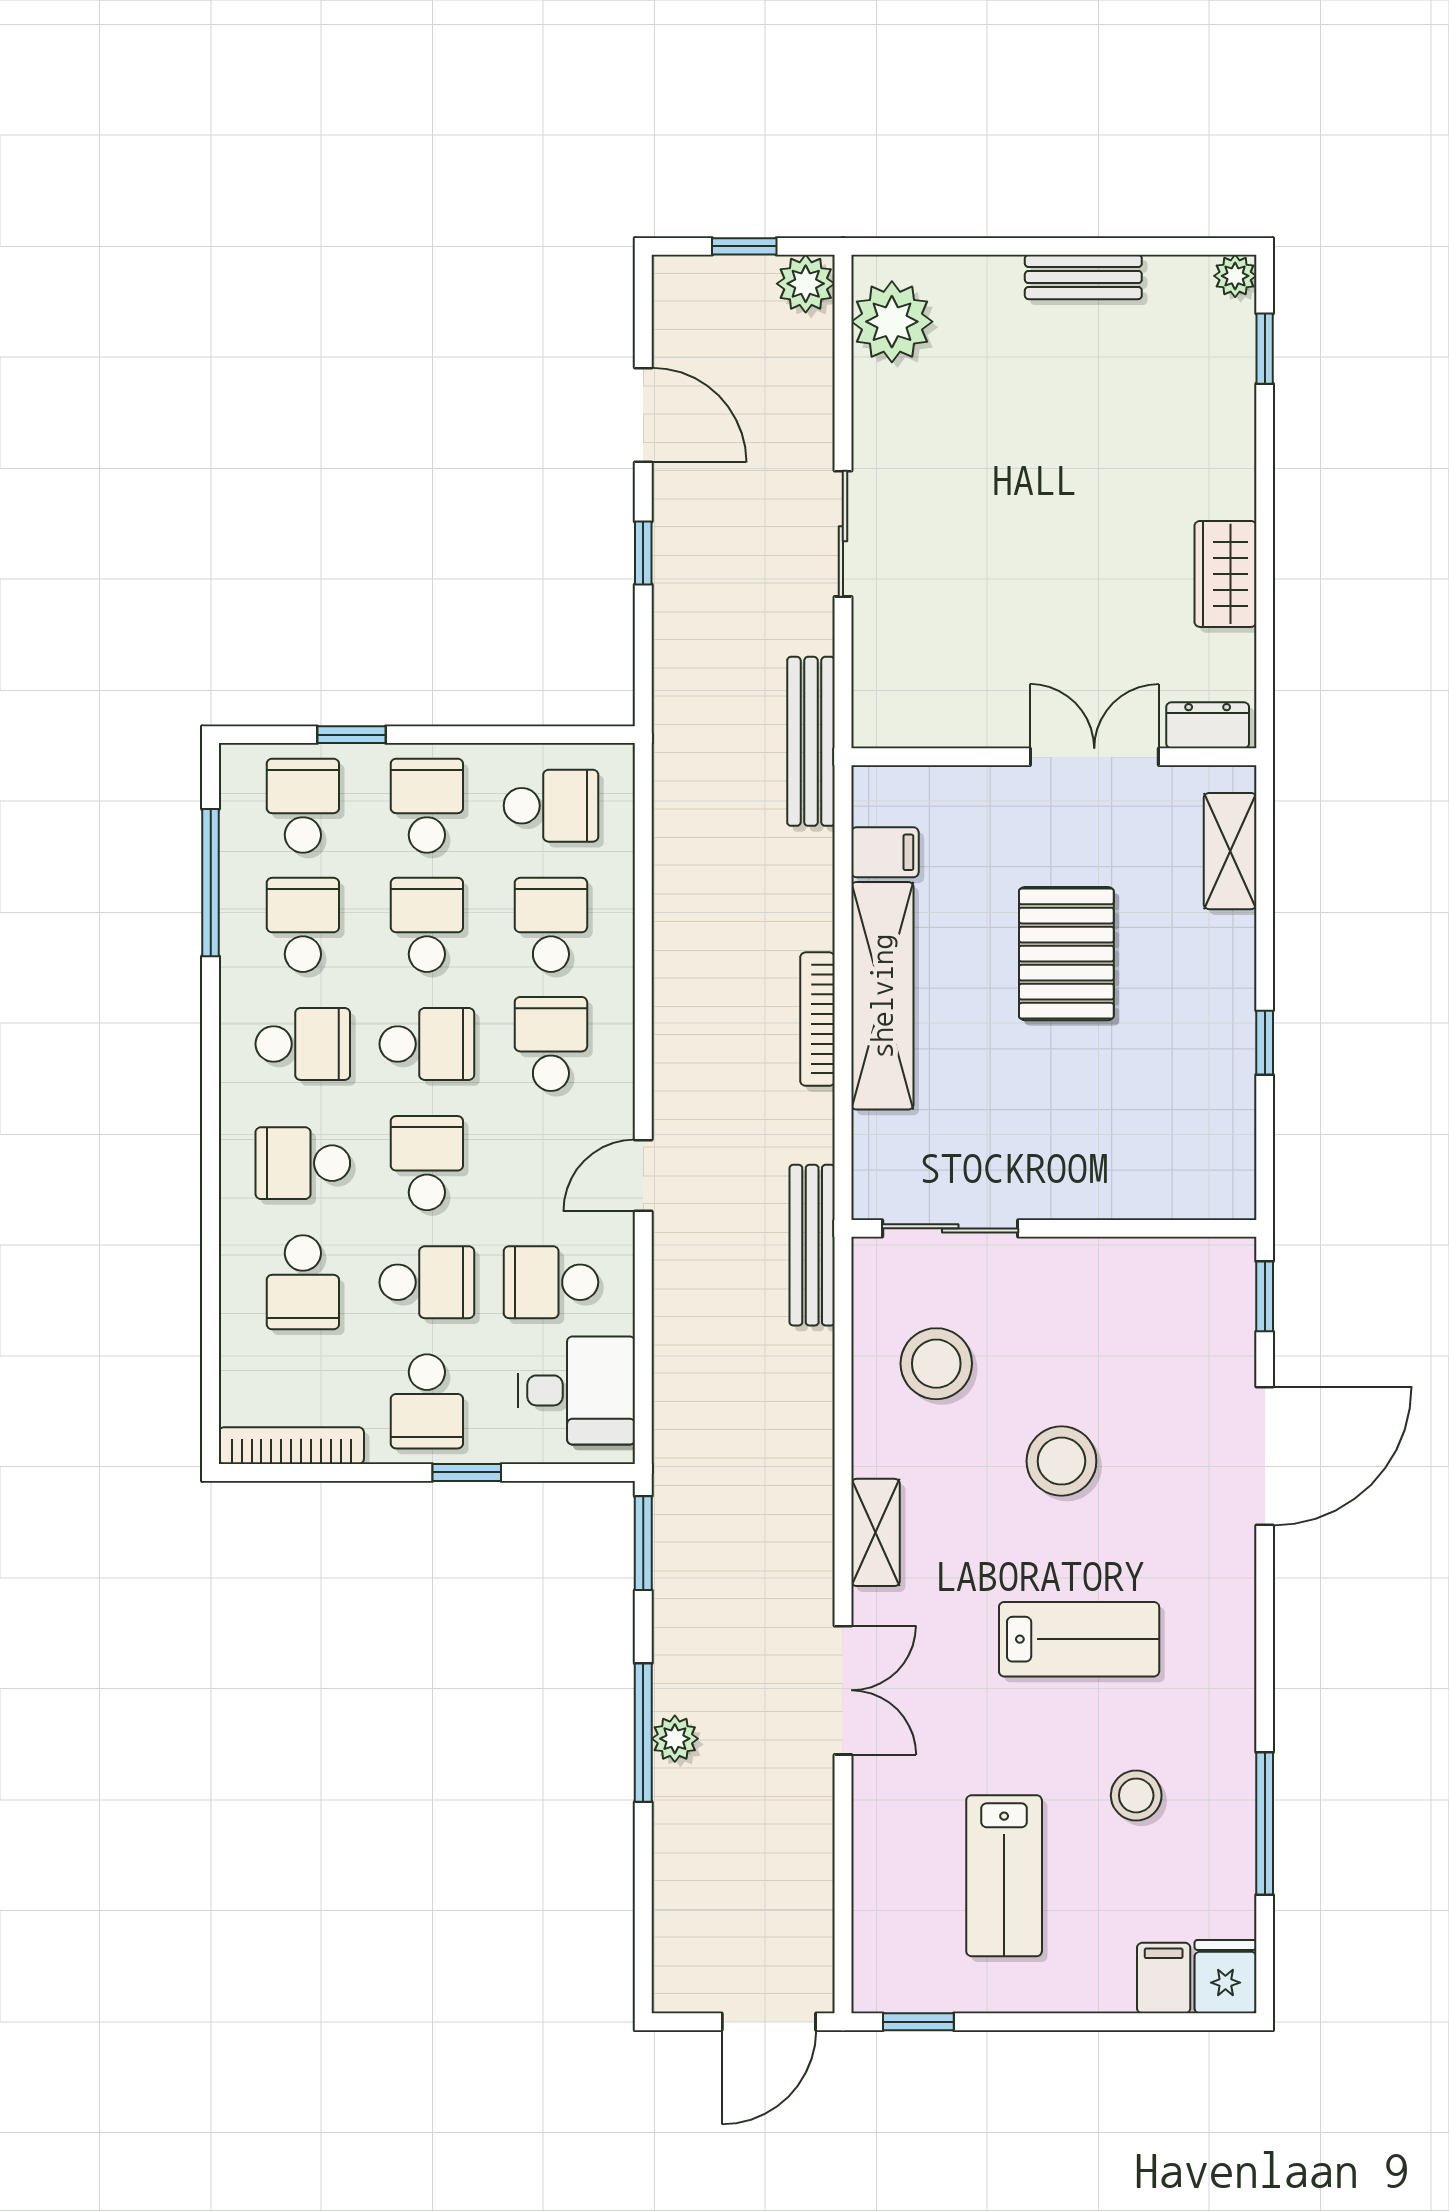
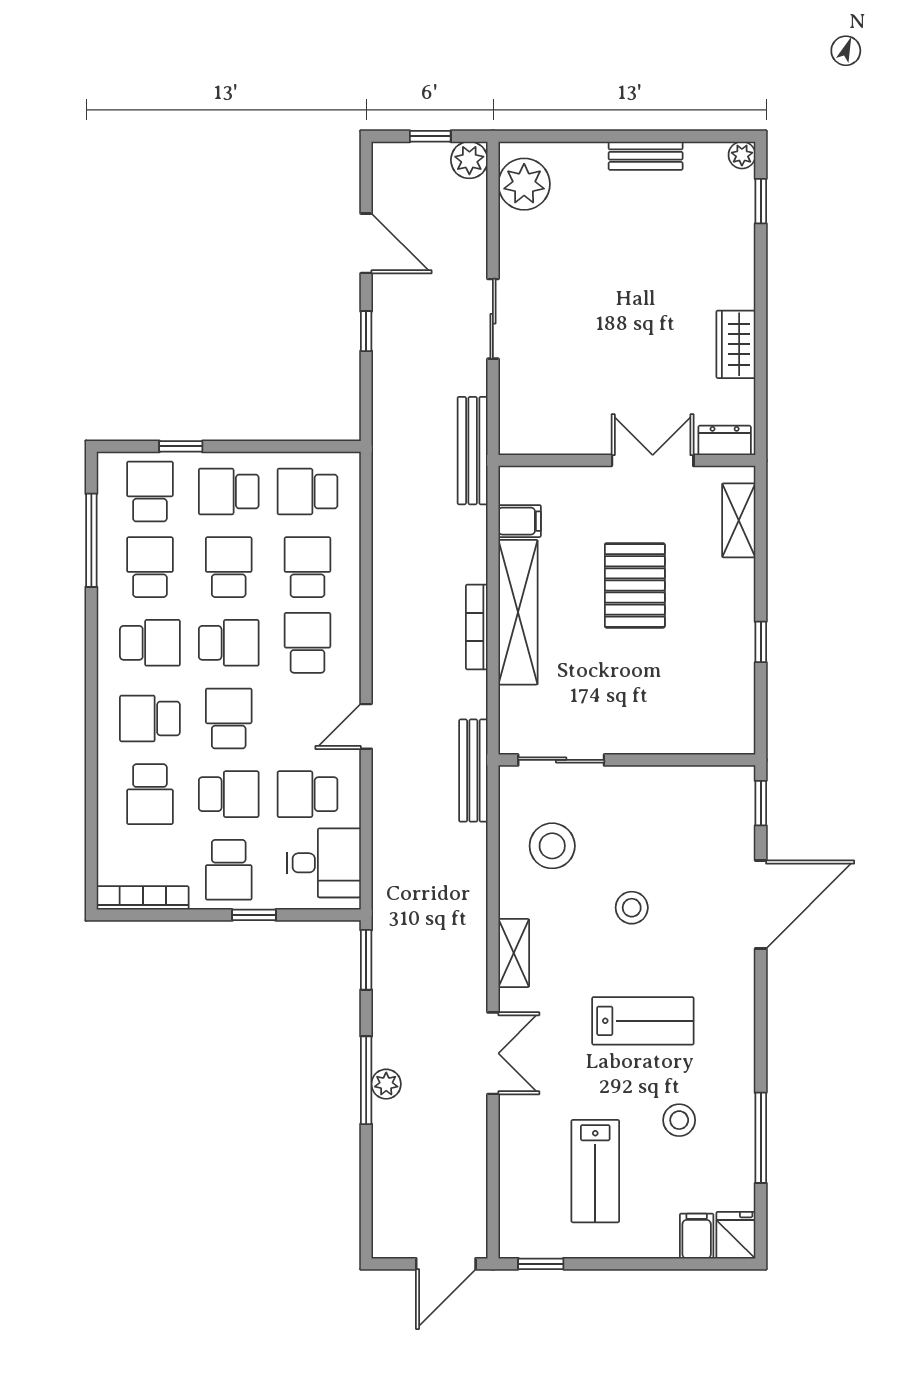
school desk: (427, 806) -> (229, 492), turned -90
school desk: (551, 806) -> (308, 492), turned 180
stool: (1061, 1461) -> (632, 908), width x0.73, depth x0.73

